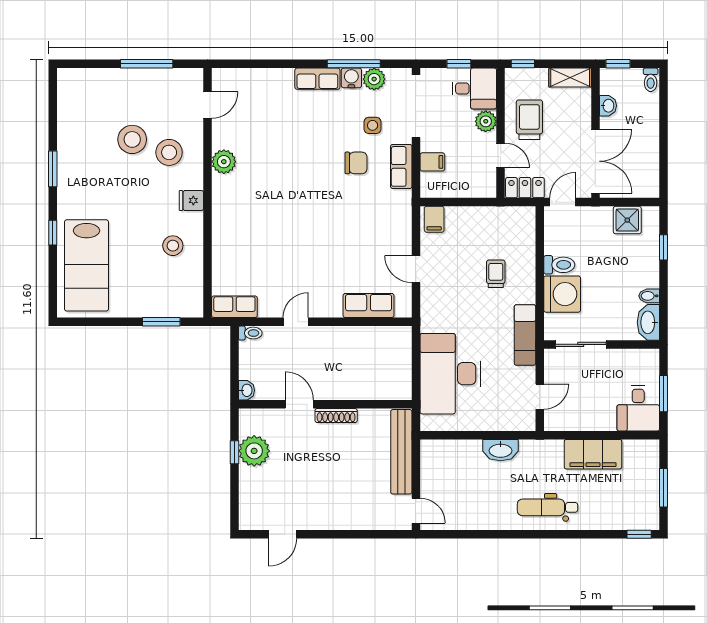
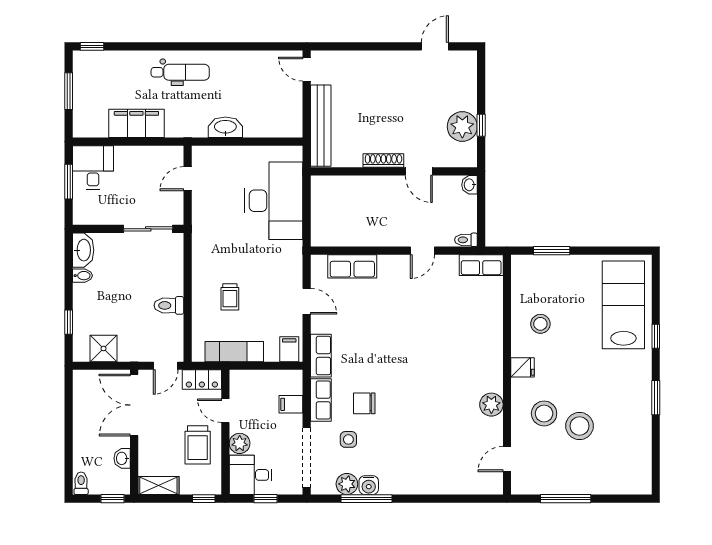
row of seats: (317, 79) -> (321, 356), moved, turned 90
washing machine: (562, 294) -> (166, 277), removed
exam couch: (525, 335) -> (234, 352), moved, turned -90

